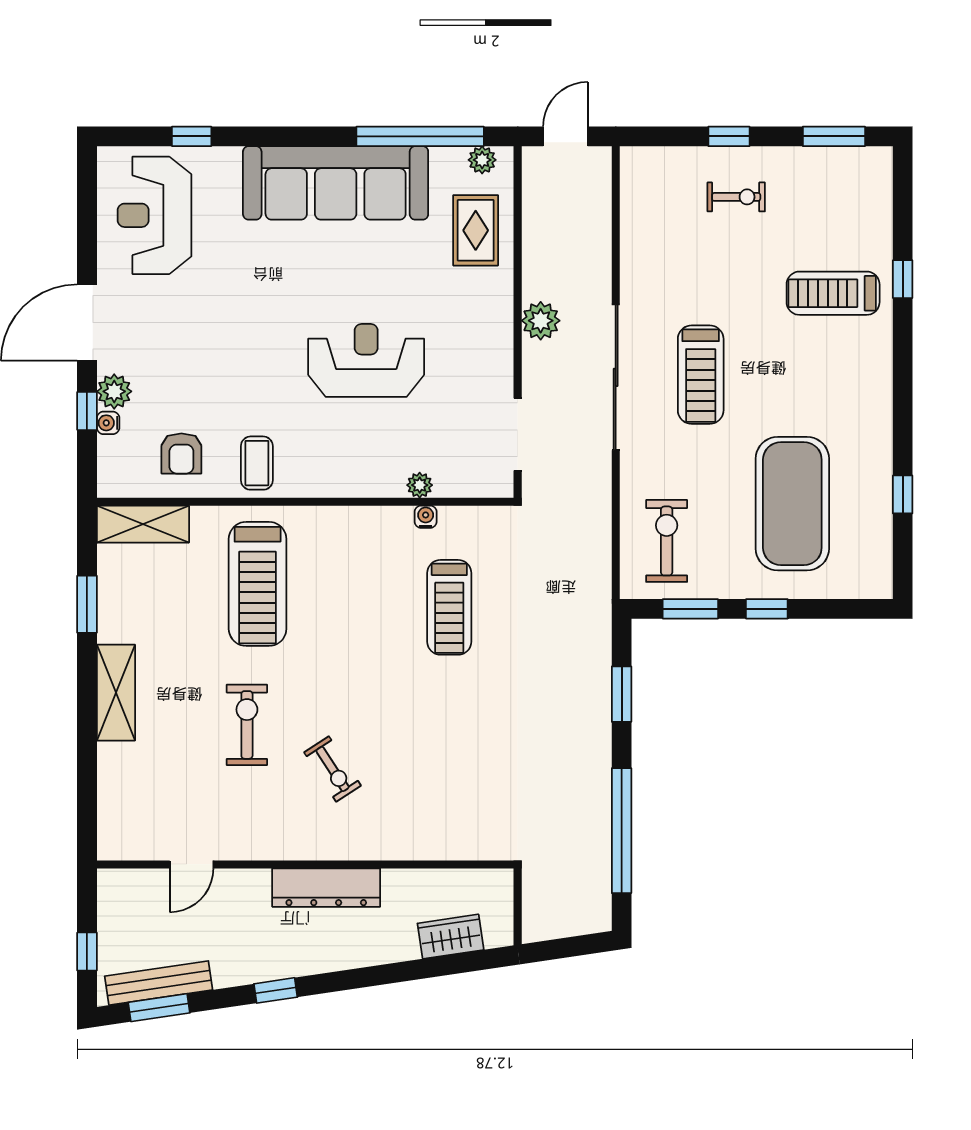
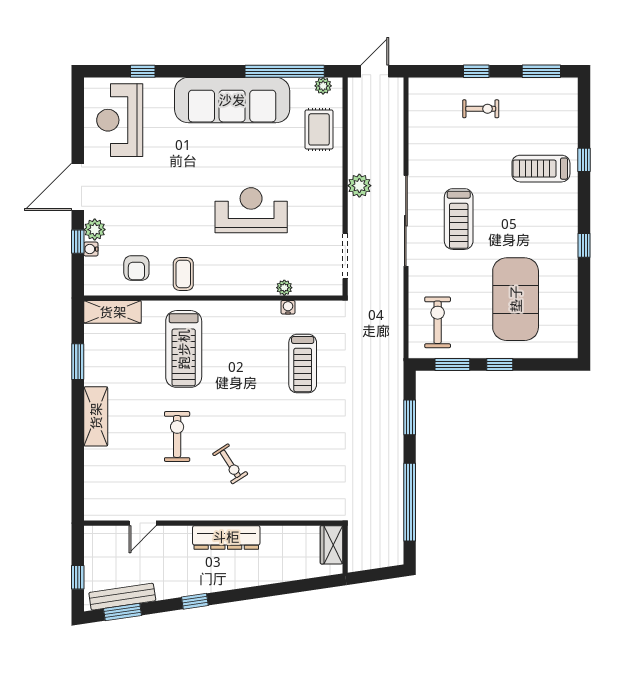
window: (903, 494) -> (584, 245), moved
wardrobe: (451, 937) -> (332, 545), moved, turned -82

